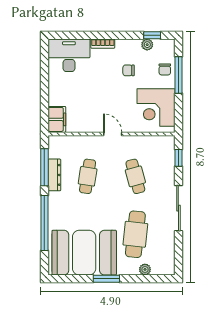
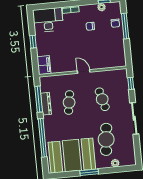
window: (44, 84) -> (33, 42), added
corner desk: (156, 107) -> (112, 50), removed

